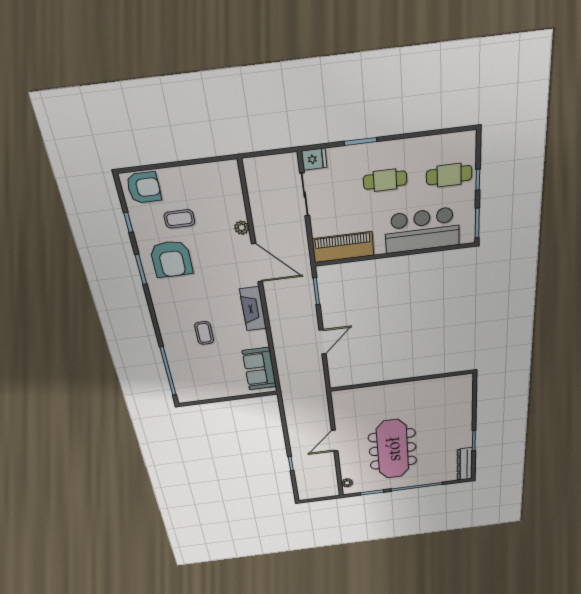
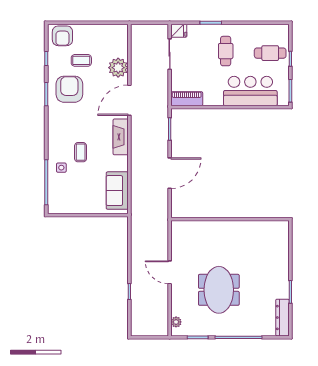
cafe table: (385, 180) -> (226, 51), turned 90
armchair: (144, 188) -> (62, 36), turned 90
plant: (242, 228) -> (118, 68), width x1.87, depth x1.87
piano: (343, 247) -> (187, 99), width x0.73, depth x0.75
armchair: (171, 259) -> (69, 89), turned 180
door: (257, 263) -> (129, 100), swing flipped
door: (323, 342) -> (170, 173), width x1.36
side table: (183, 353) -> (61, 168), added
door: (335, 441) -> (170, 272), hinge flipped
meeting table: (393, 449) -> (219, 290), width x0.73

